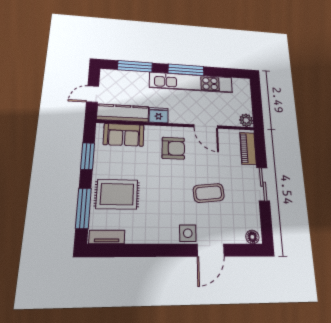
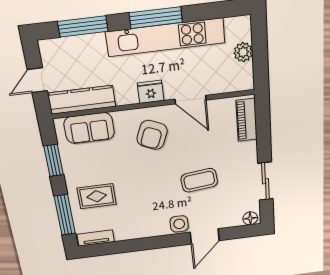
fridge: (159, 115) -> (151, 92), moved
plant: (246, 120) -> (243, 52), moved
armchair: (173, 148) -> (152, 135), turned 113
sliding door: (263, 184) -> (265, 181), moved
rug: (117, 194) -> (97, 196), width x0.73, depth x0.70

